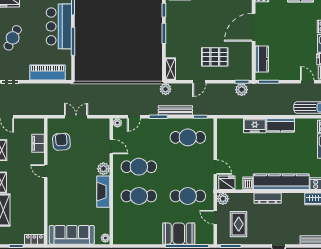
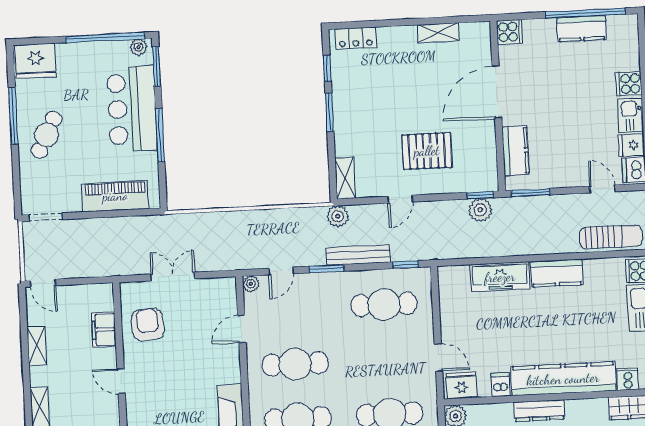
freezer: (255, 126) -> (500, 277), width x1.40
door: (111, 147) -> (242, 329), swing flipped
plant: (103, 169) -> (229, 371), removed

